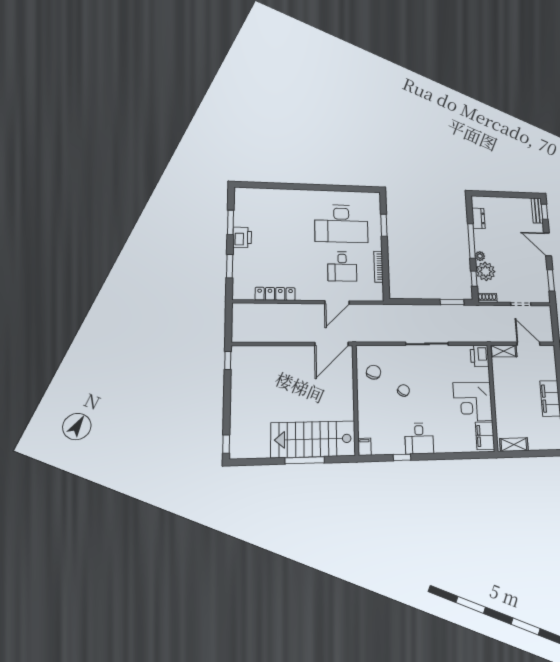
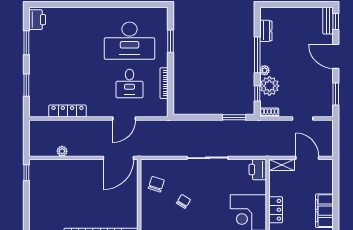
printer: (242, 237) -> (37, 20), moved
plant: (269, 337) -> (62, 151), added
locker: (501, 398) -> (276, 210), added

